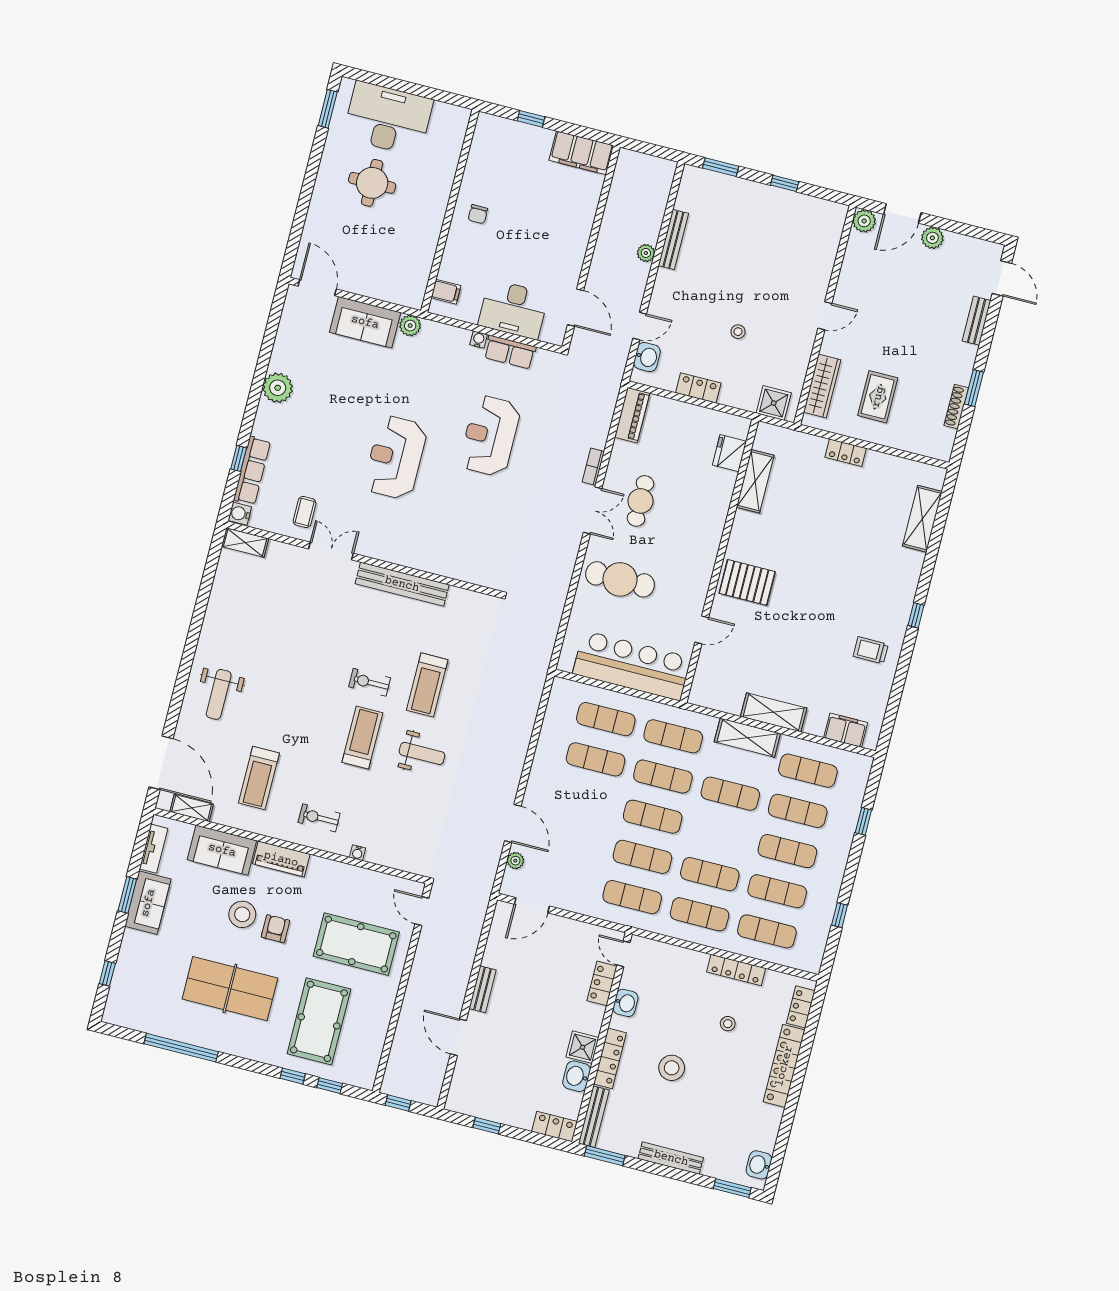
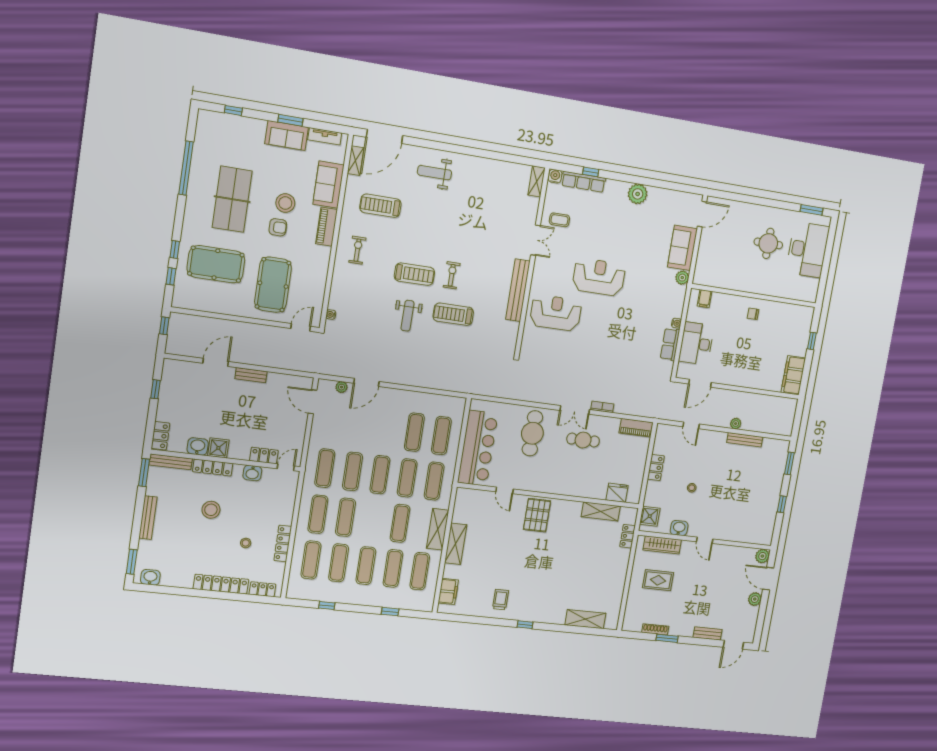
washbasin: (647, 357) -> (679, 528), moved, turned 180
reception desk: (490, 436) -> (556, 313), moved
locker: (846, 453) -> (628, 536), moved
water cooler: (357, 853) -> (331, 315), moved

